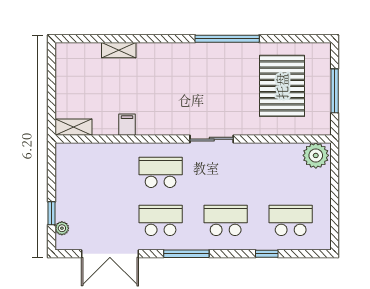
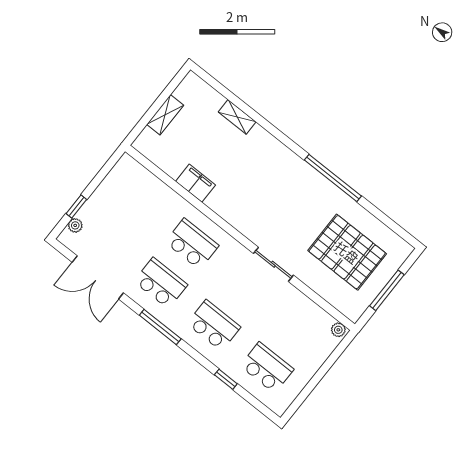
pallet: (282, 86) -> (347, 252), turned 90
filing cabinet: (127, 125) -> (195, 183), width x2.00
shelving: (73, 127) -> (165, 115), moved, turned 90
sliding door: (212, 139) -> (273, 264), moved
plant: (316, 155) -> (338, 330), width x0.53, depth x0.53

